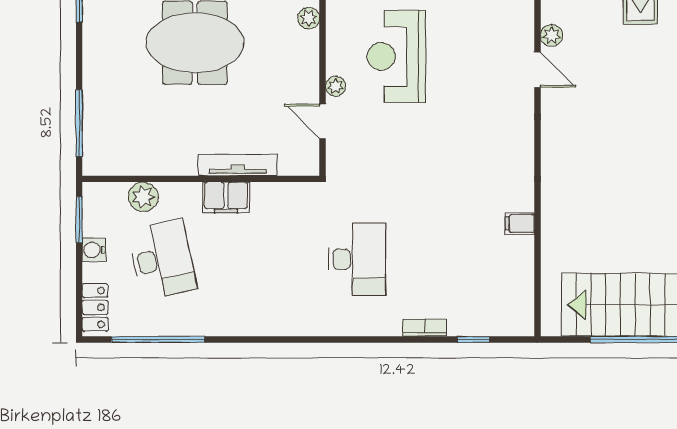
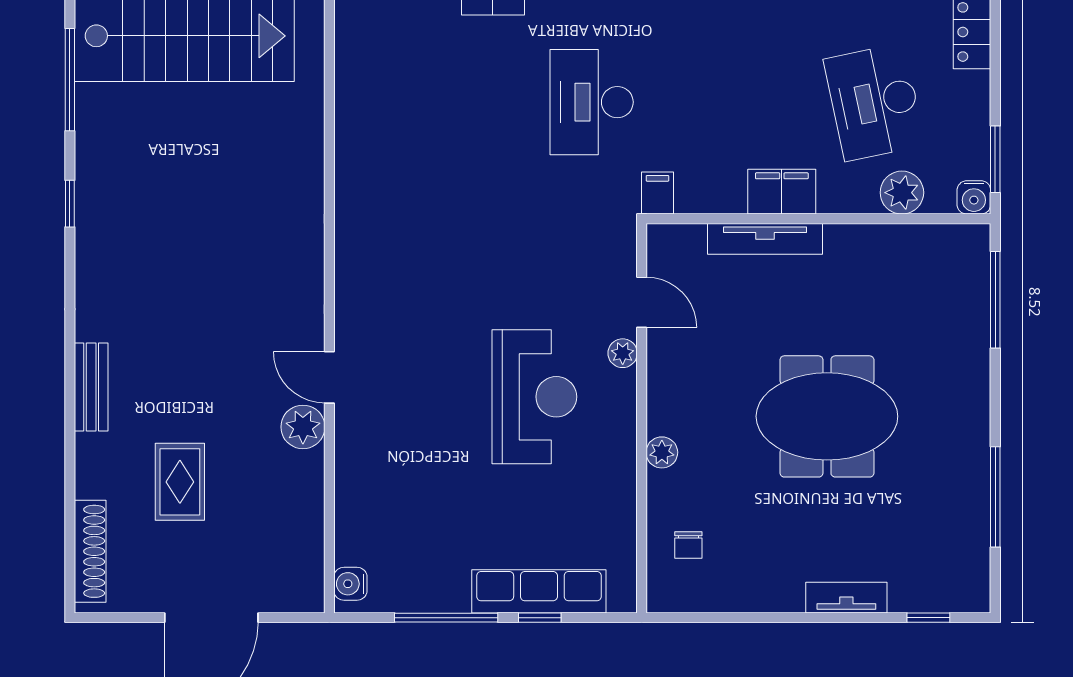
plant: (552, 36) -> (303, 427), width x1.38, depth x1.38
filing cabinet: (520, 224) -> (657, 193), moved, turned -90
water cooler: (94, 250) -> (974, 197), moved, turned 90

